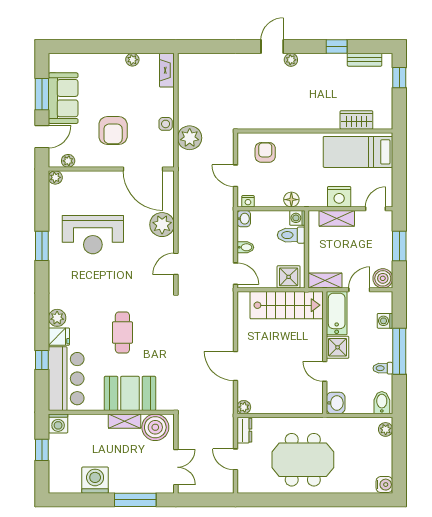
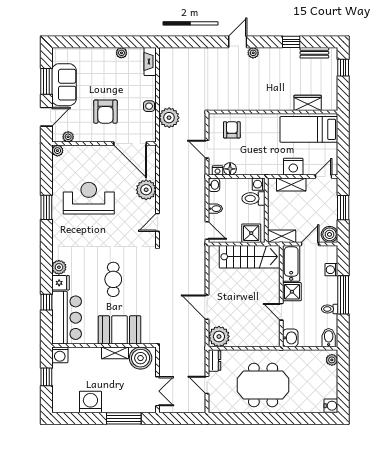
floor lamp: (291, 200) -> (230, 169), moved
reception desk: (93, 235) -> (89, 198), turned 180
plant: (244, 407) -> (219, 336), width x1.87, depth x1.87

